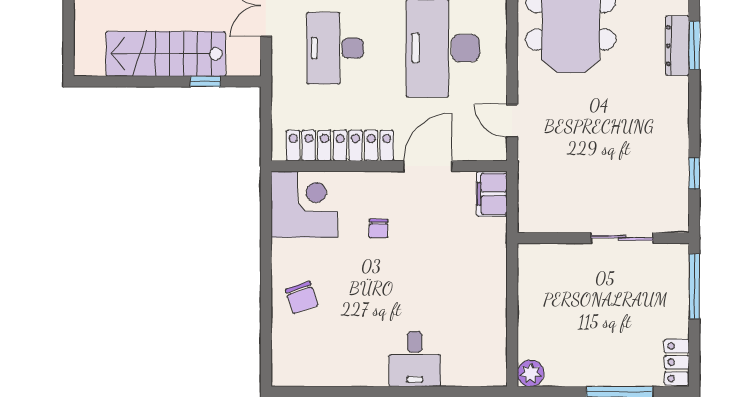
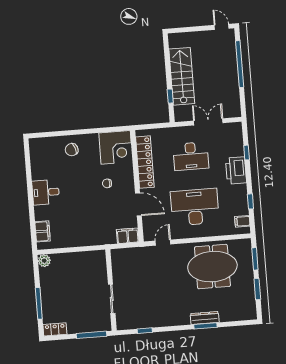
desk: (335, 48) -> (191, 156), turned 180
desk: (415, 359) -> (46, 192), moved
filing cabinet: (469, 372) -> (43, 231), added

